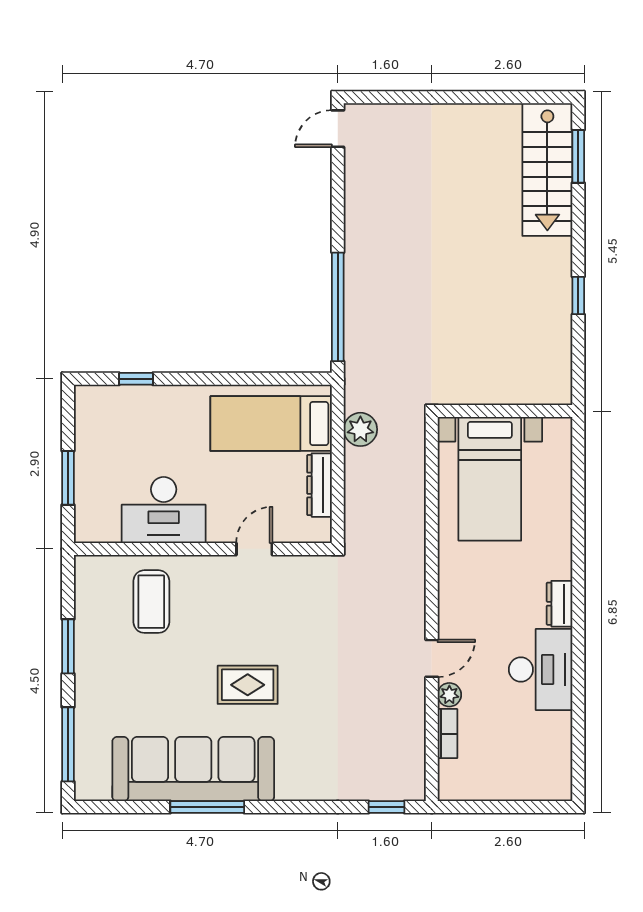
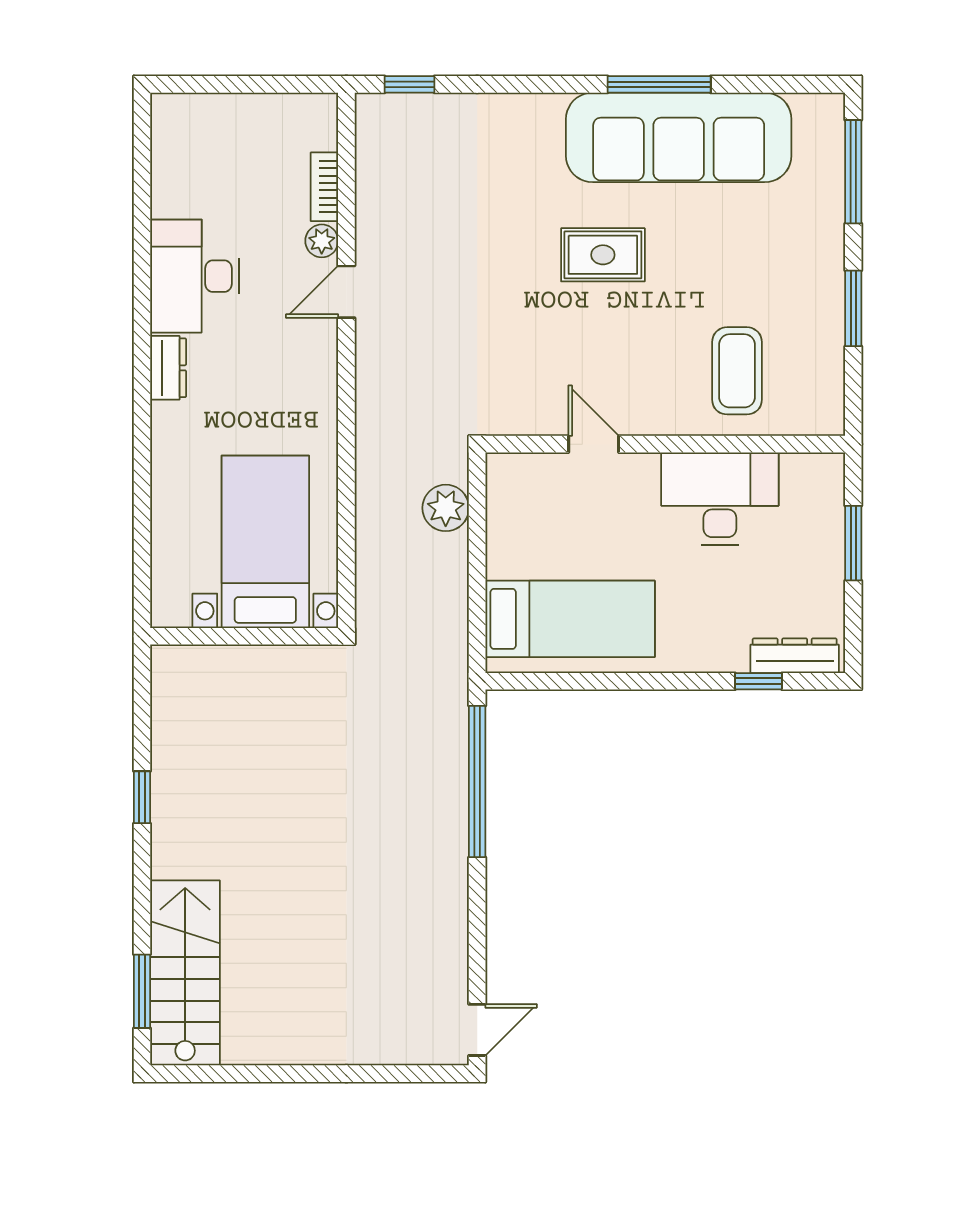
plant: (360, 429) -> (446, 508), moved
dresser: (320, 485) -> (795, 656), moved, turned -90
door: (254, 549) -> (594, 444), swing flipped

